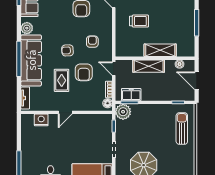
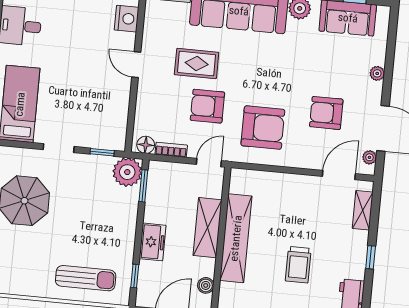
trolley: (139, 21) -> (298, 265), moved
armchair: (92, 42) -> (263, 128), width x1.88, depth x1.88
armchair: (68, 50) -> (251, 80), removed
shelving: (160, 50) -> (236, 238), width x1.47
freezer: (131, 95) -> (153, 242), moved

